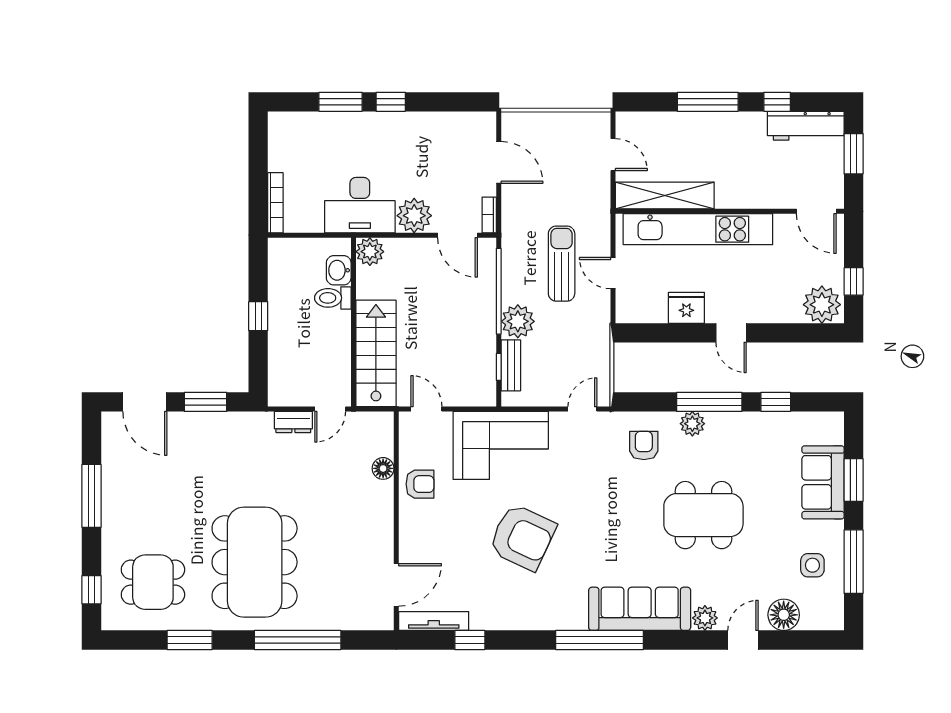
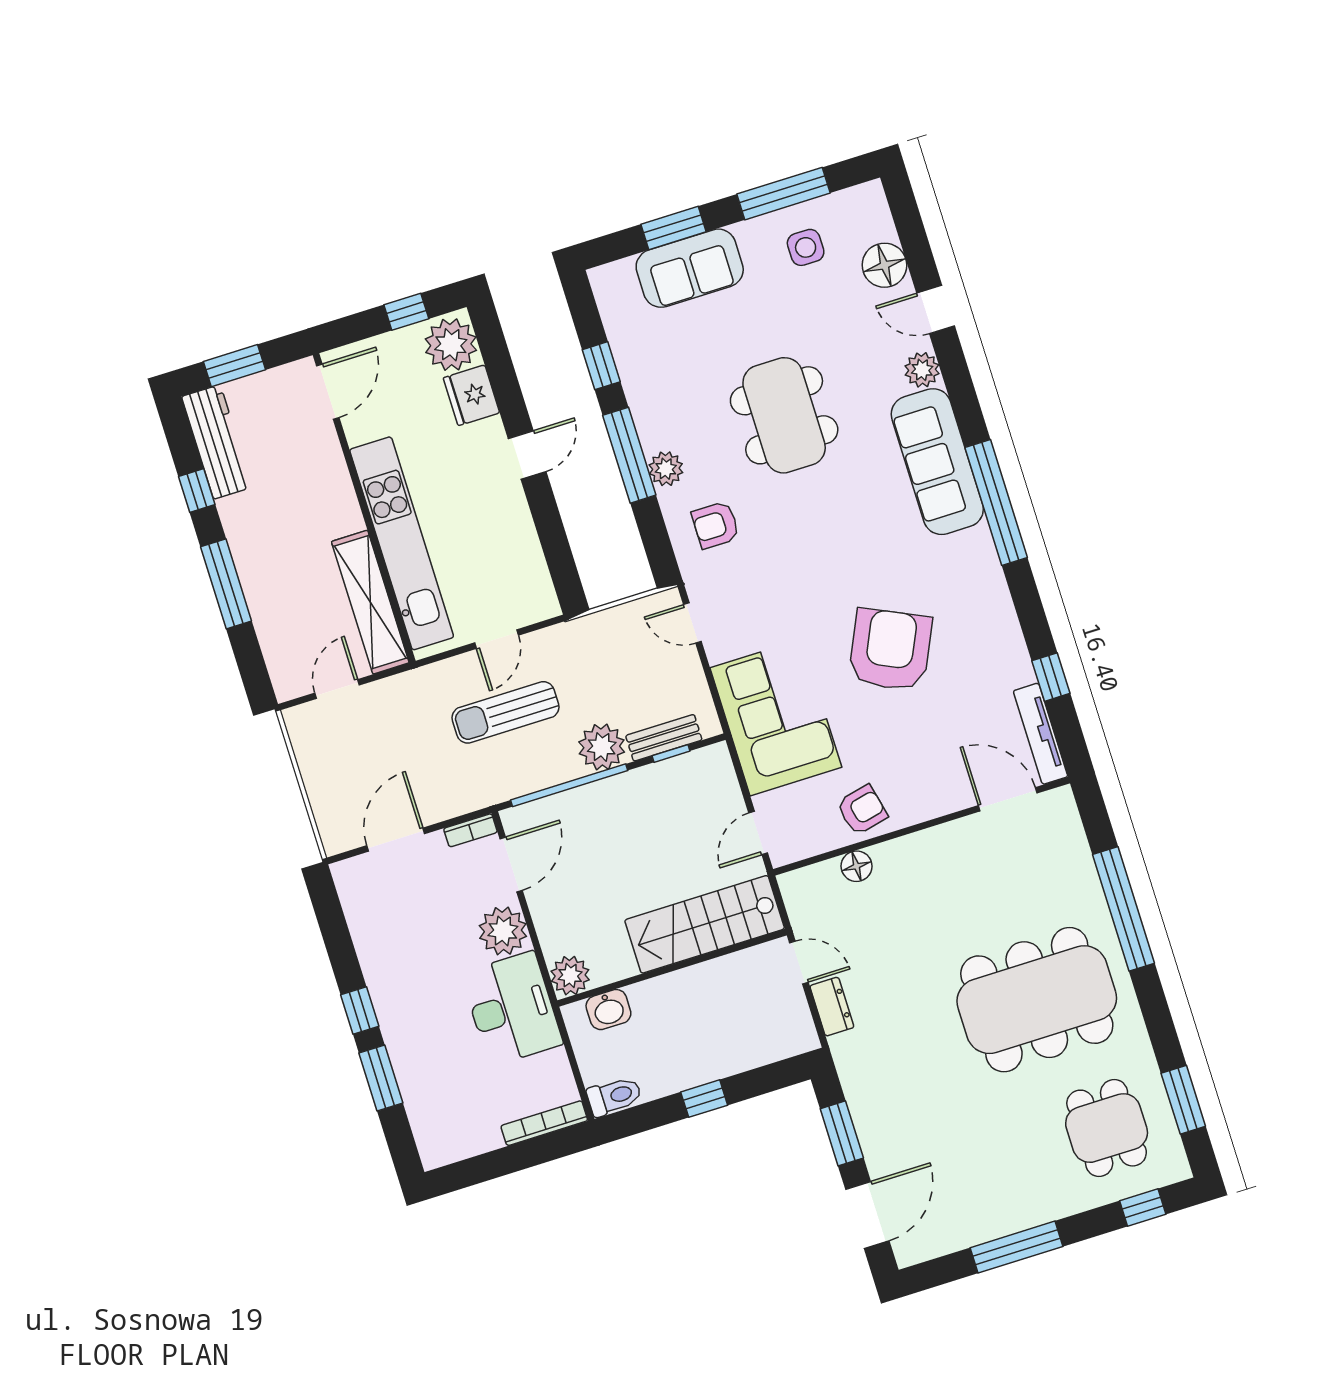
toilet: (333, 298) -> (614, 1096), moved, turned -90
fridge: (686, 308) -> (471, 395), moved
armchair: (420, 484) -> (862, 810), turned 77
window: (190, 640) -> (1183, 1100), moved

